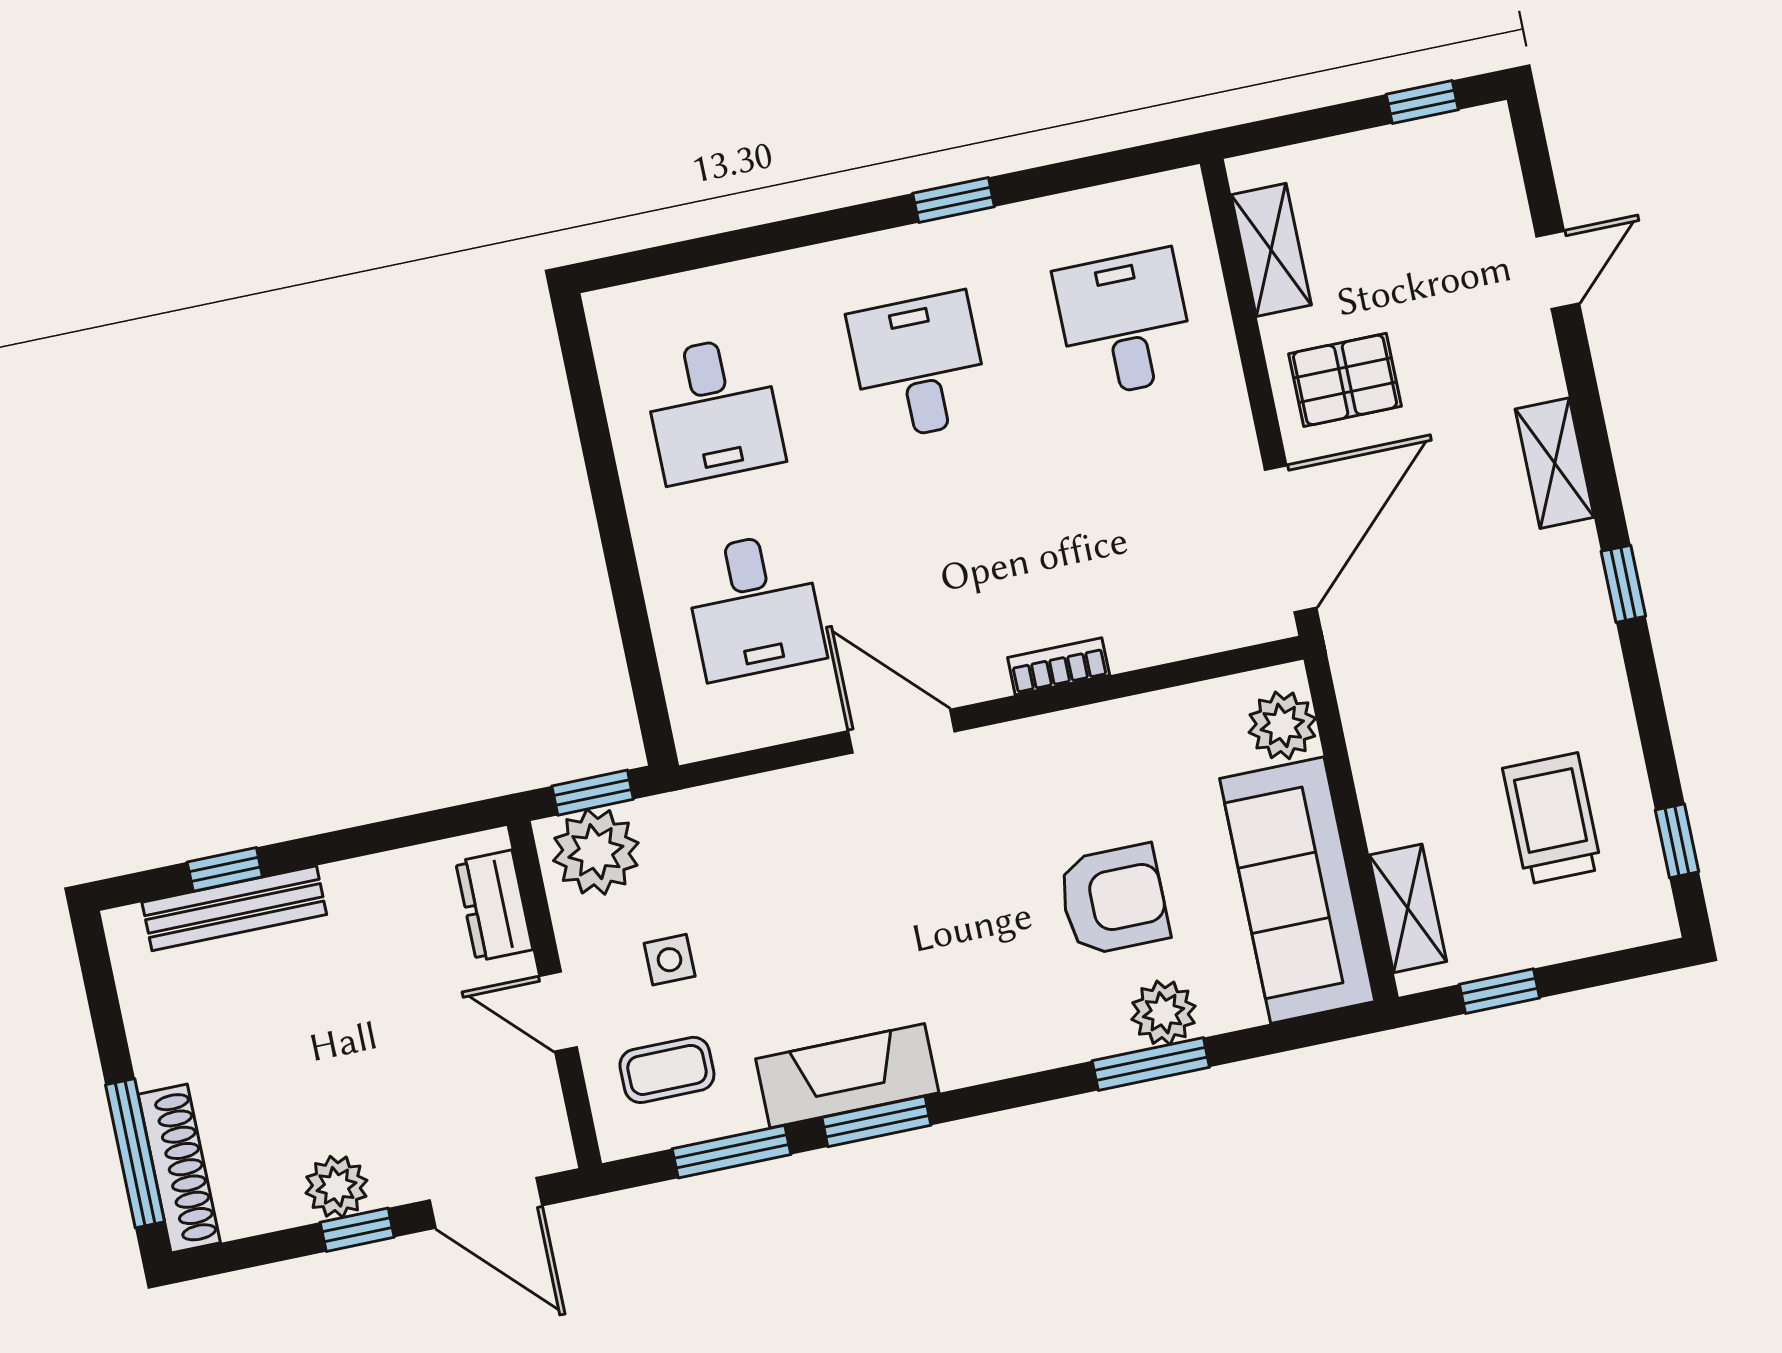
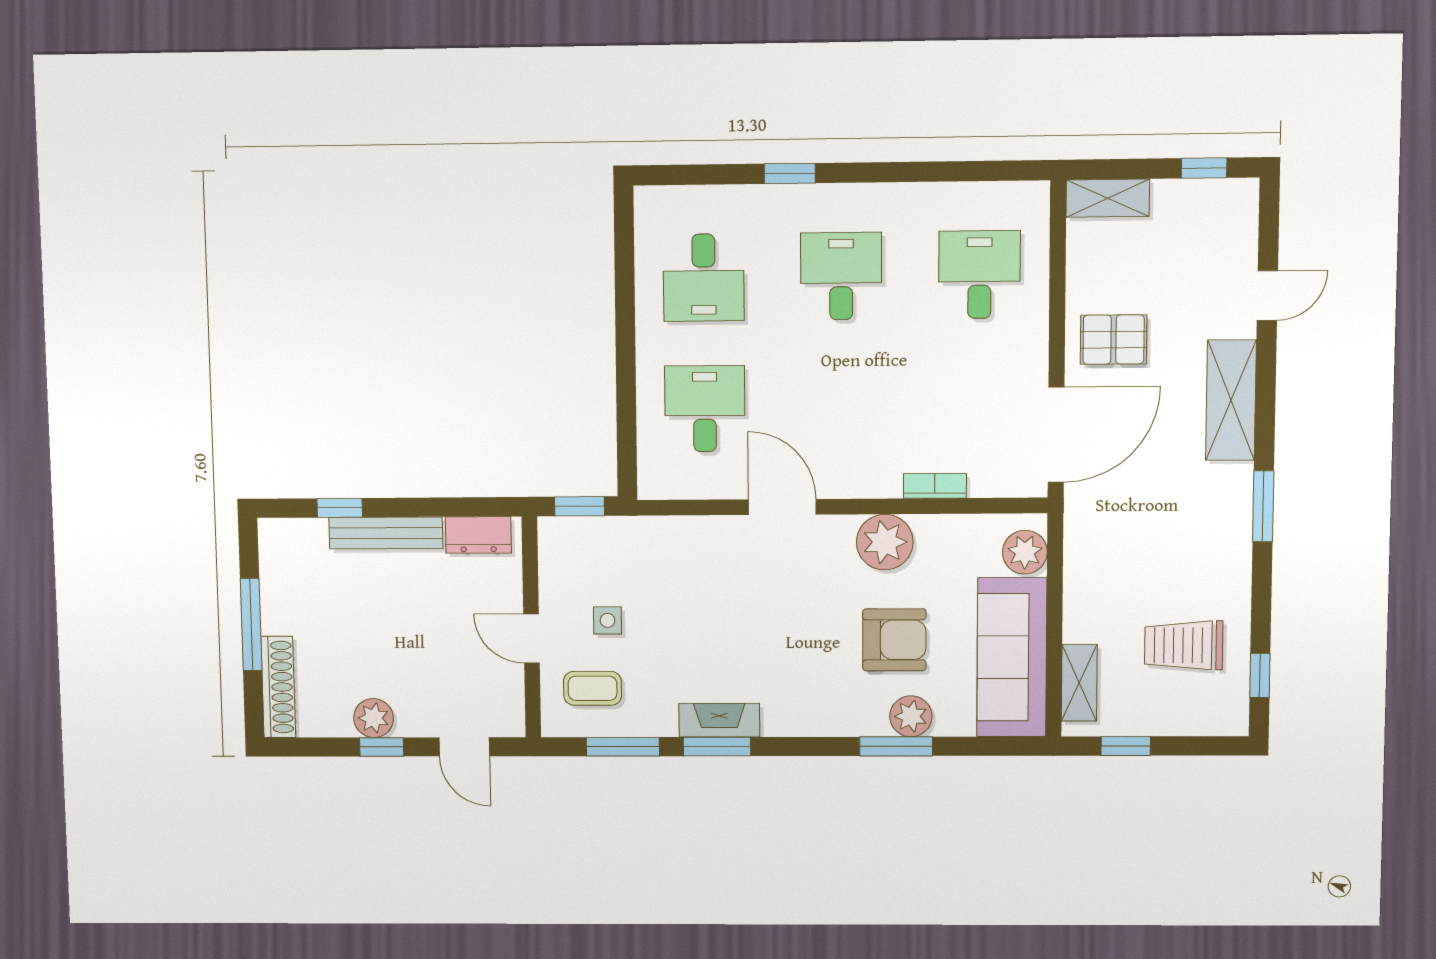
window: (954, 200) -> (790, 173), moved
shelving: (1271, 250) -> (1108, 198), moved, turned 90
shelving: (1555, 463) -> (1231, 400), width x1.50, depth x1.33
window: (1623, 584) -> (1263, 506), width x1.50
desk: (754, 606) -> (705, 409), turned 180
bookcase: (1059, 666) -> (935, 486), moved
trolley: (1552, 819) -> (1184, 645), turned -90
plant: (596, 852) -> (885, 542), moved
dresser: (494, 906) -> (478, 535), moved, turned -90
bench: (234, 908) -> (386, 533), moved
fireplace: (847, 1076) -> (719, 720), width x0.73, depth x0.76
window: (135, 1153) -> (251, 624), moved
door: (486, 1203) -> (464, 747), width x0.73

